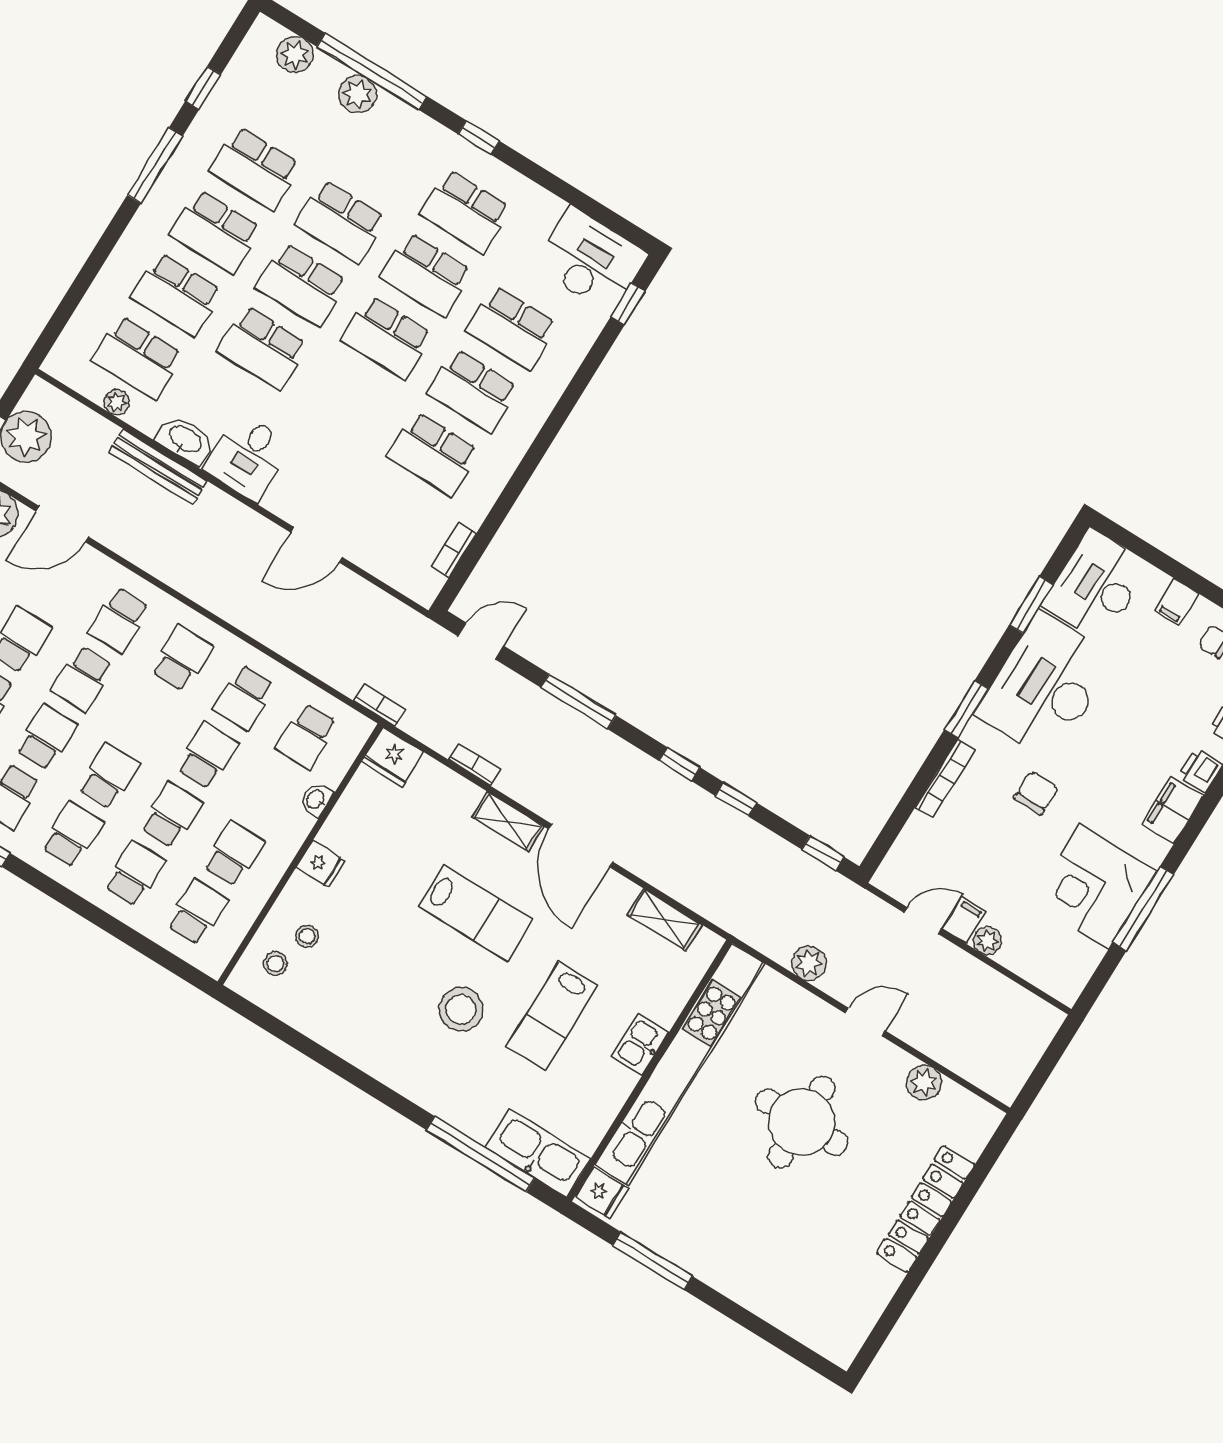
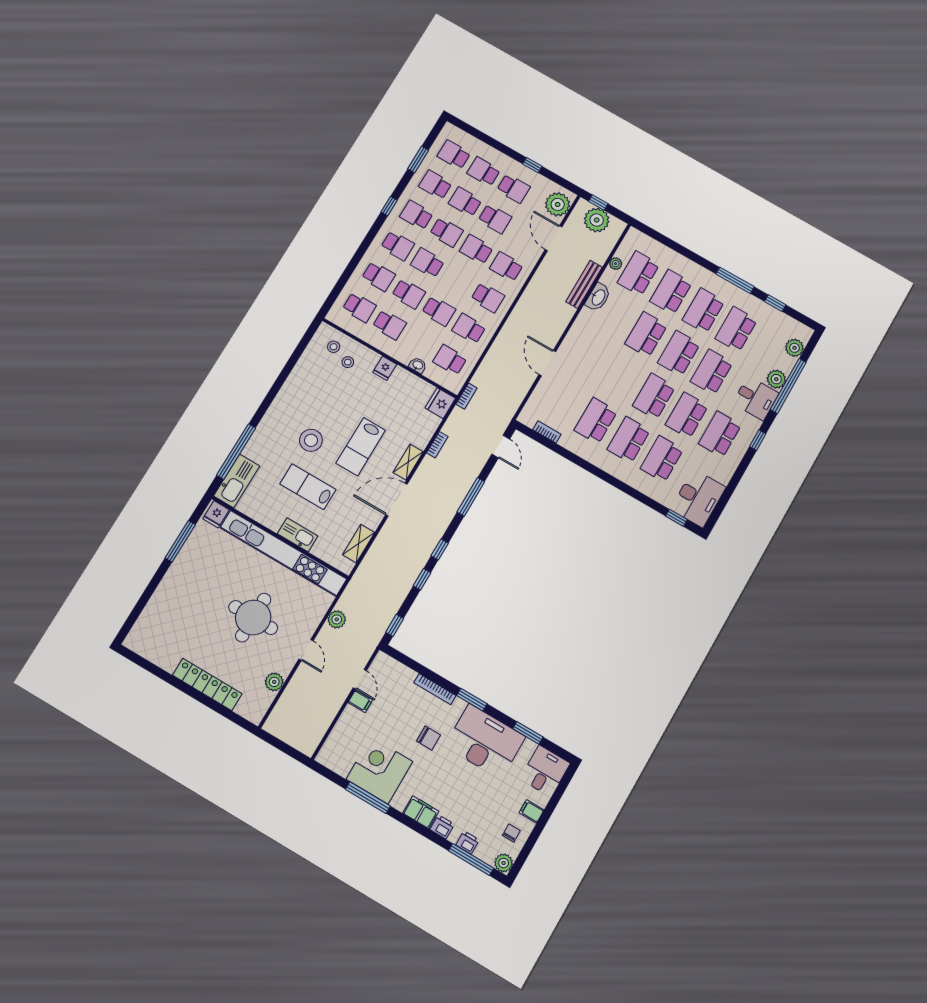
desk: (248, 457) -> (756, 398), moved, turned 180
desk: (1096, 586) -> (545, 771), width x0.73
school desk: (109, 776) -> (428, 263), turned 180
plant: (987, 941) -> (350, 714), removed
kitchen sink: (640, 1044) -> (298, 535), width x1.38

